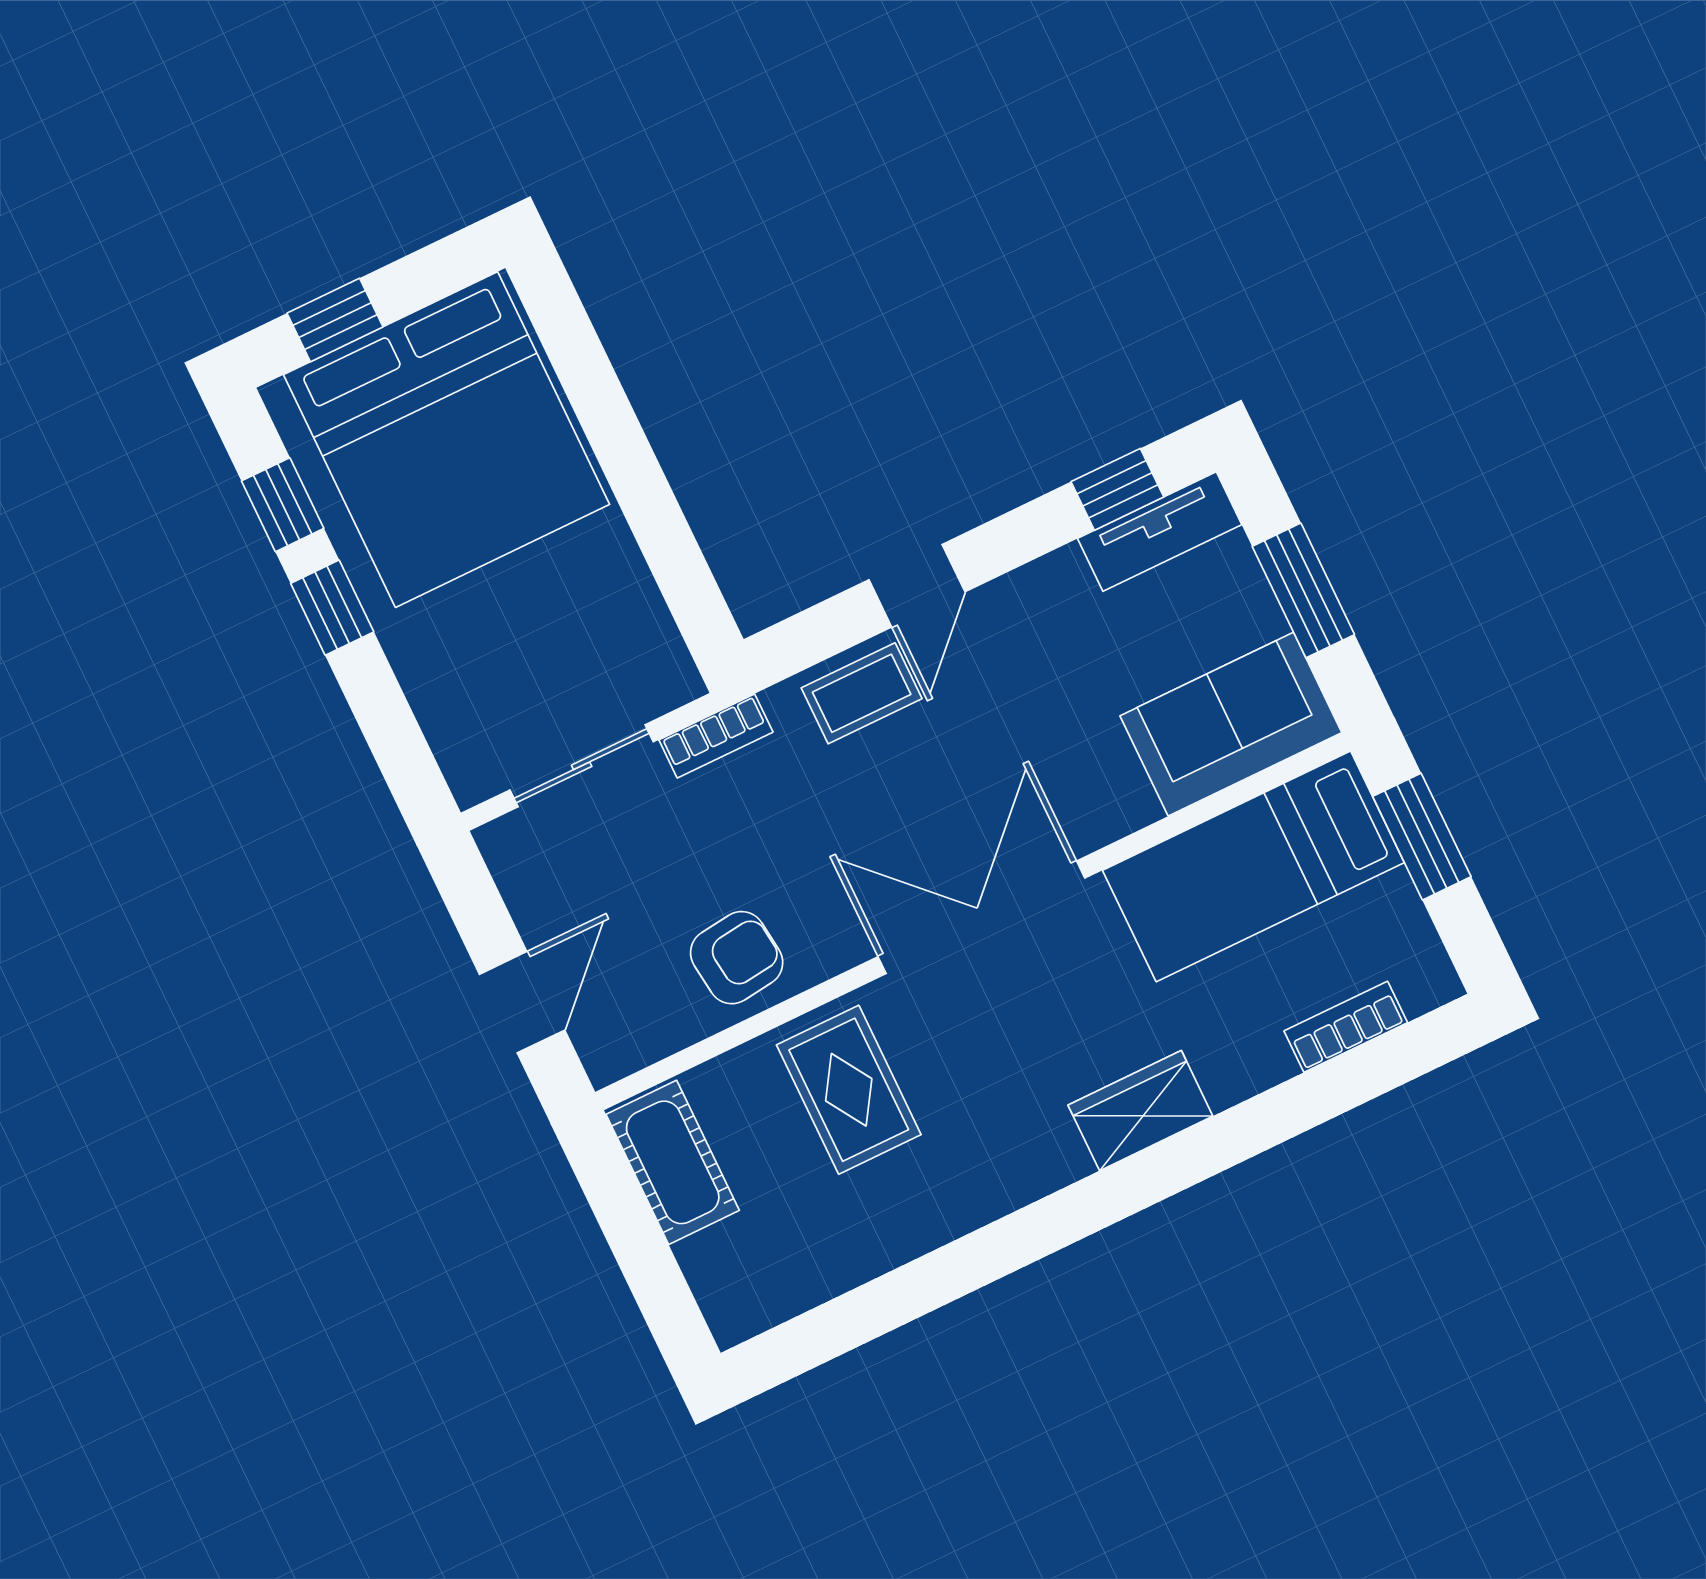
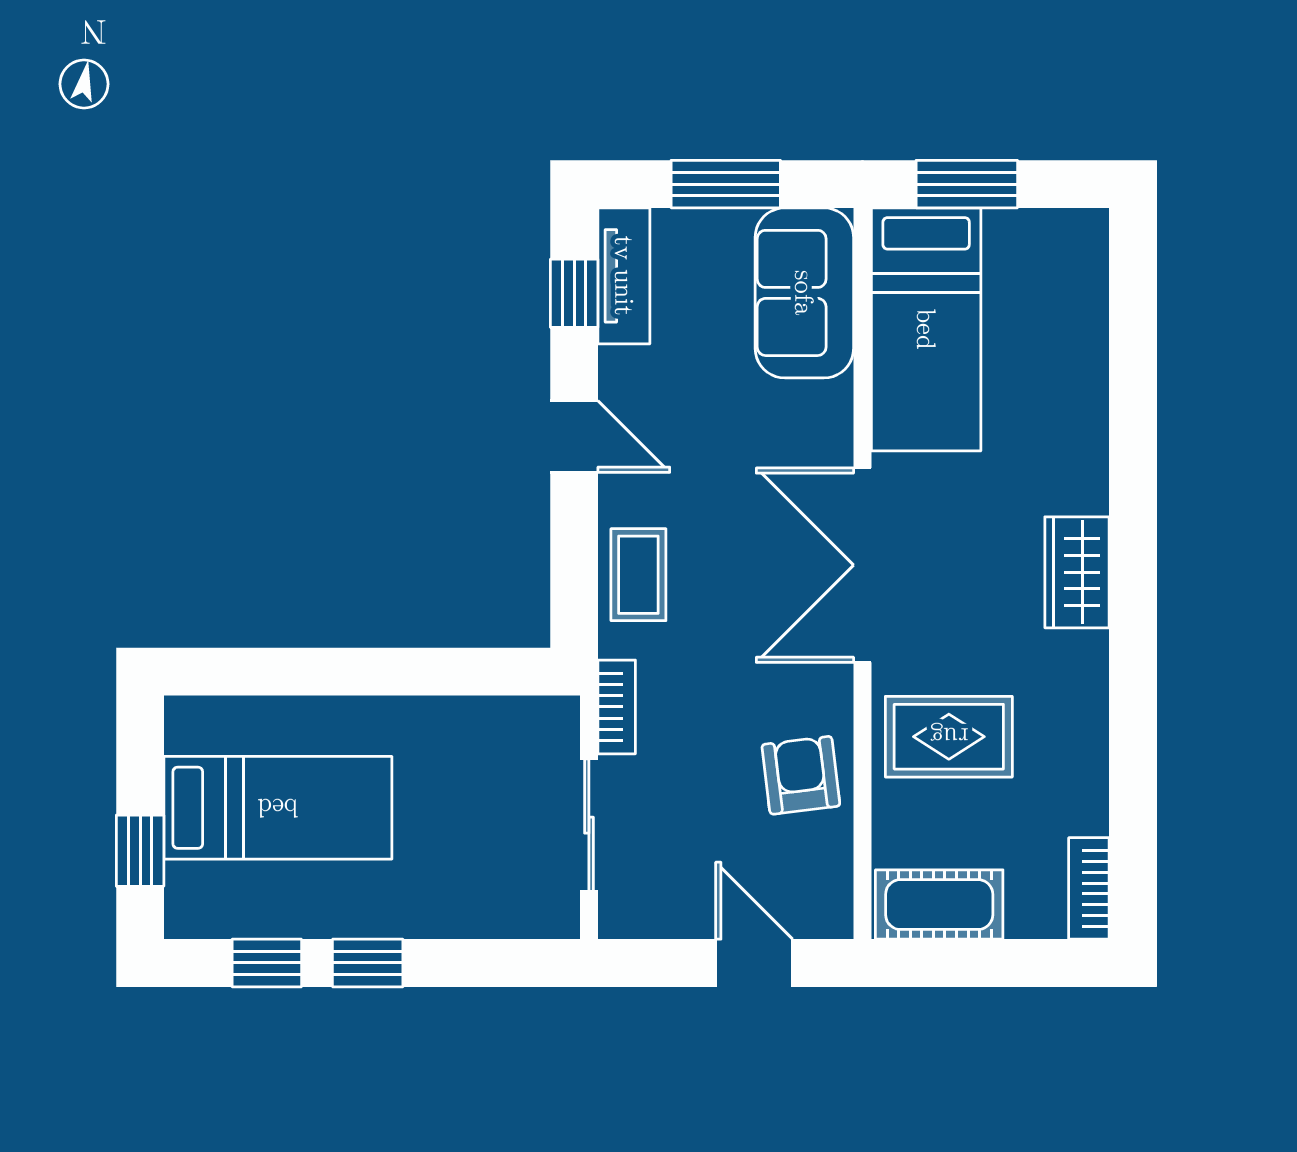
bed: (447, 440) -> (278, 808), width x0.49
door: (917, 586) -> (574, 437), moved
bookcase: (1346, 1027) -> (1089, 888), moved
wardrobe: (1140, 1111) -> (1077, 572), moved

